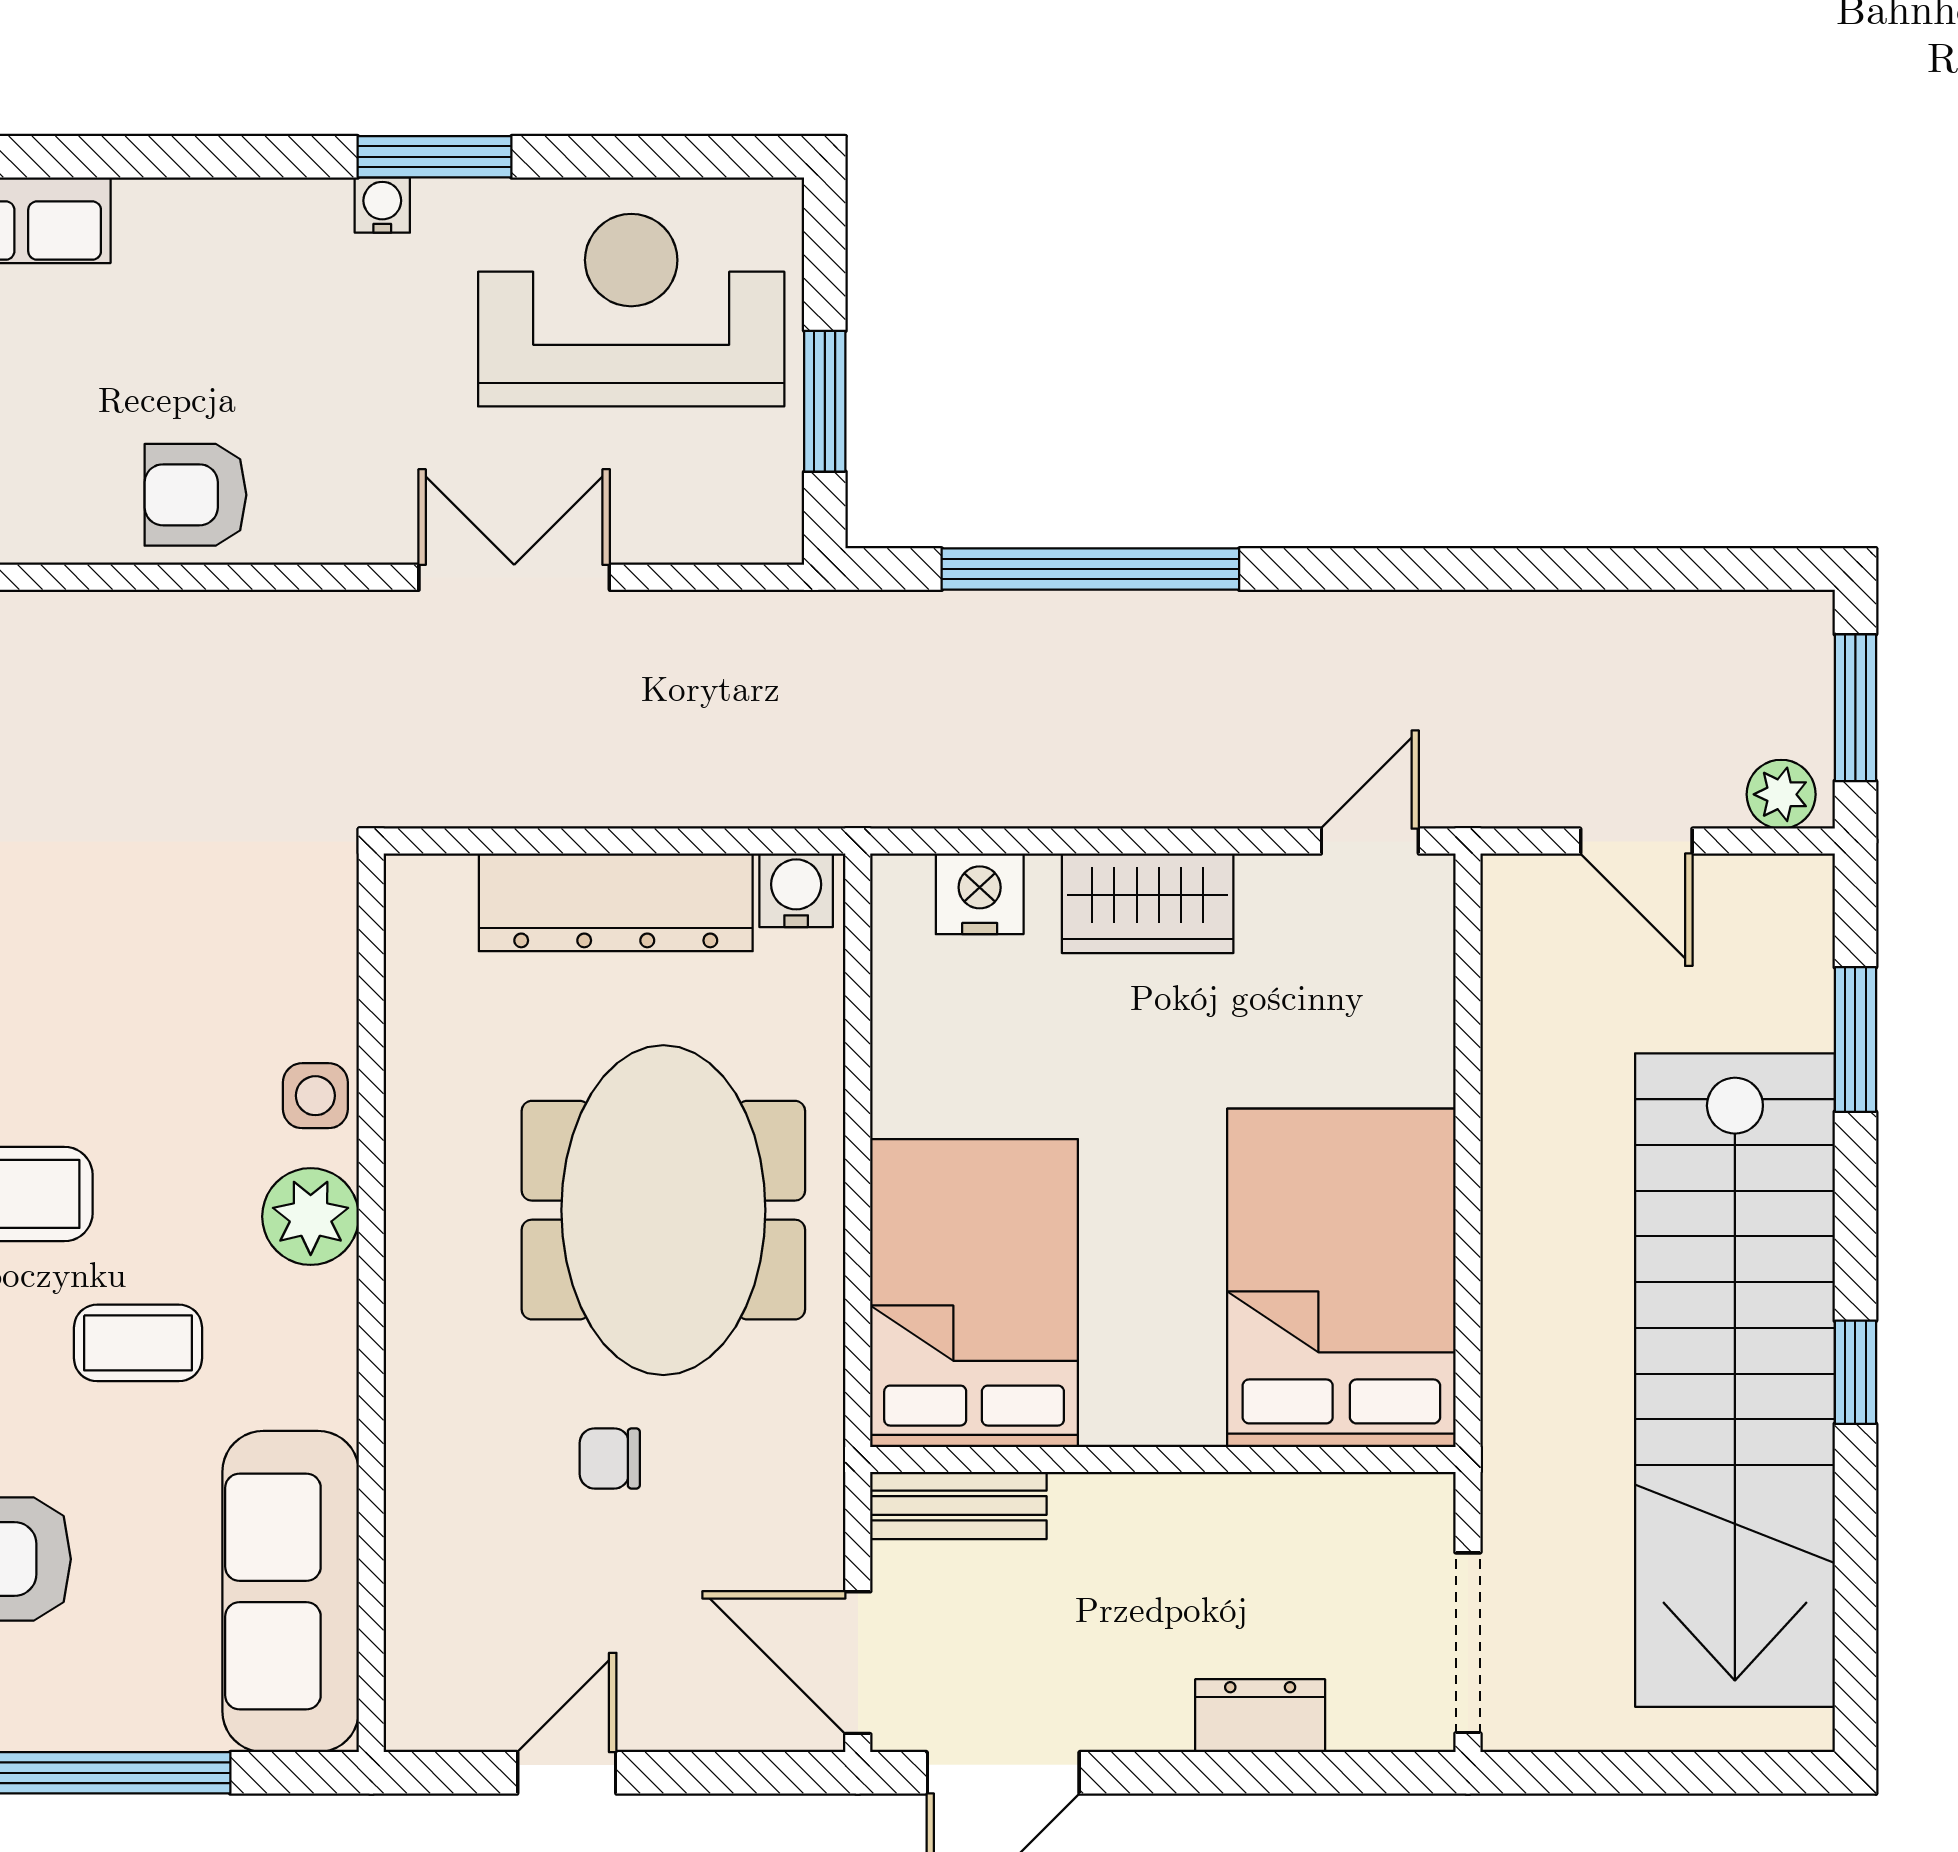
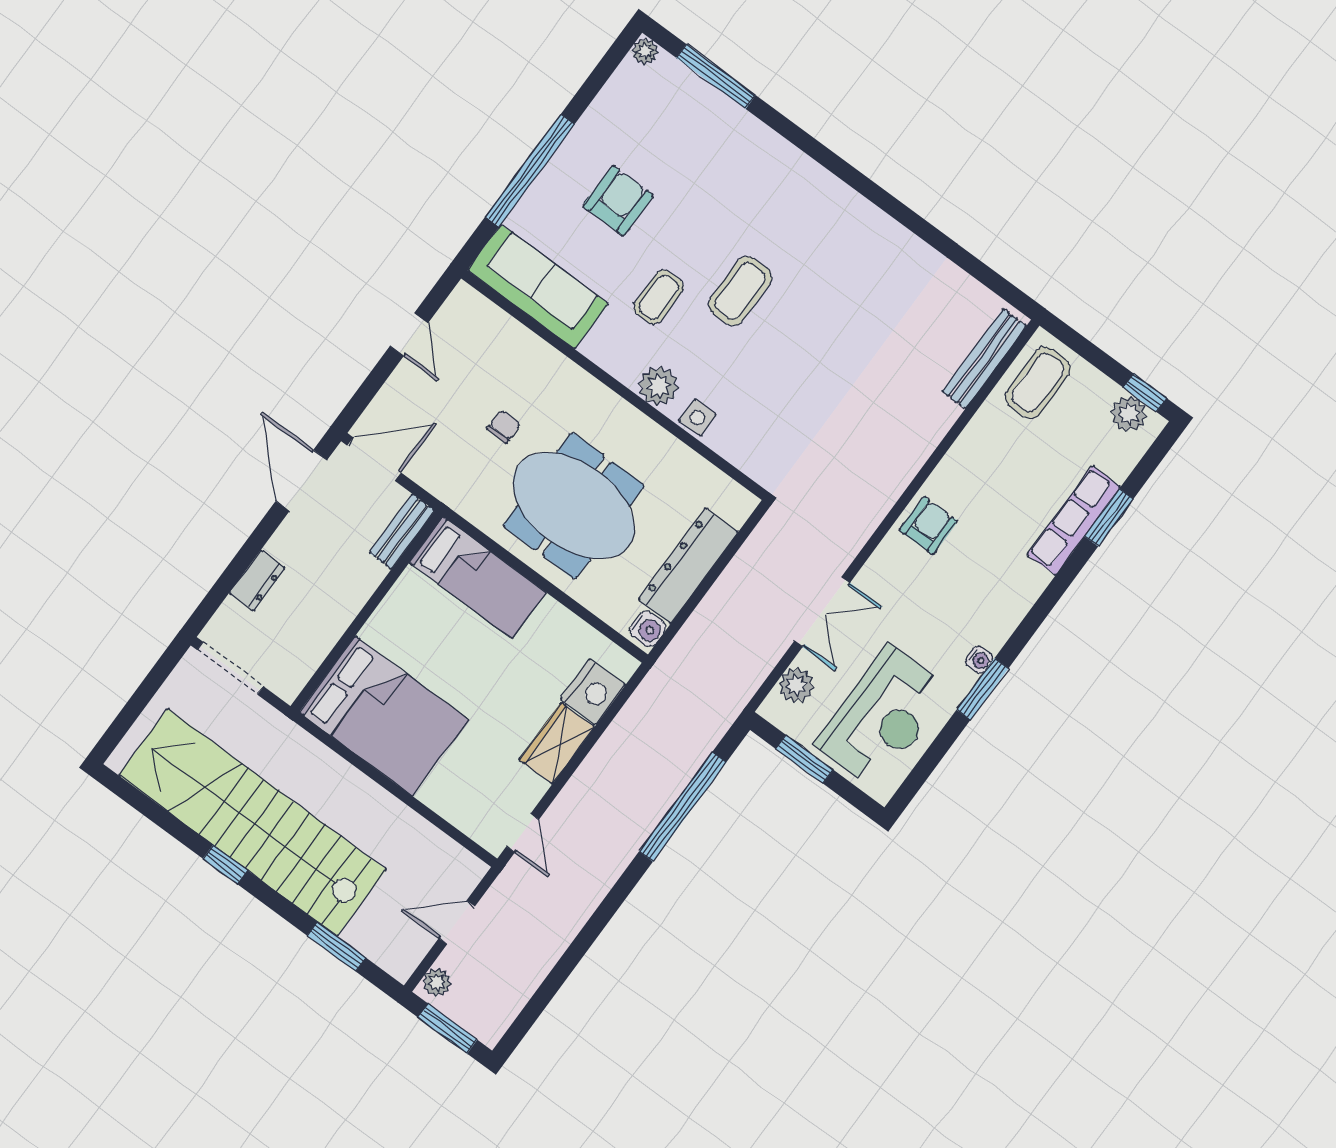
plant: (693, 523) -> (796, 685), added
nightstand: (980, 894) -> (593, 692), width x1.36, depth x1.33
bed: (974, 1293) -> (478, 578), width x0.67

